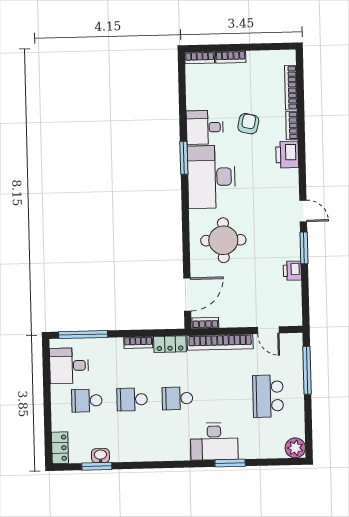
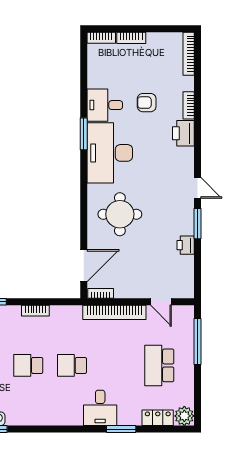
bookcase: (291, 88) -> (189, 54), moved
armchair: (248, 124) -> (147, 103), turned -103
locker: (170, 344) -> (158, 418), moved, turned 180
desk: (214, 441) -> (100, 408), width x0.73

